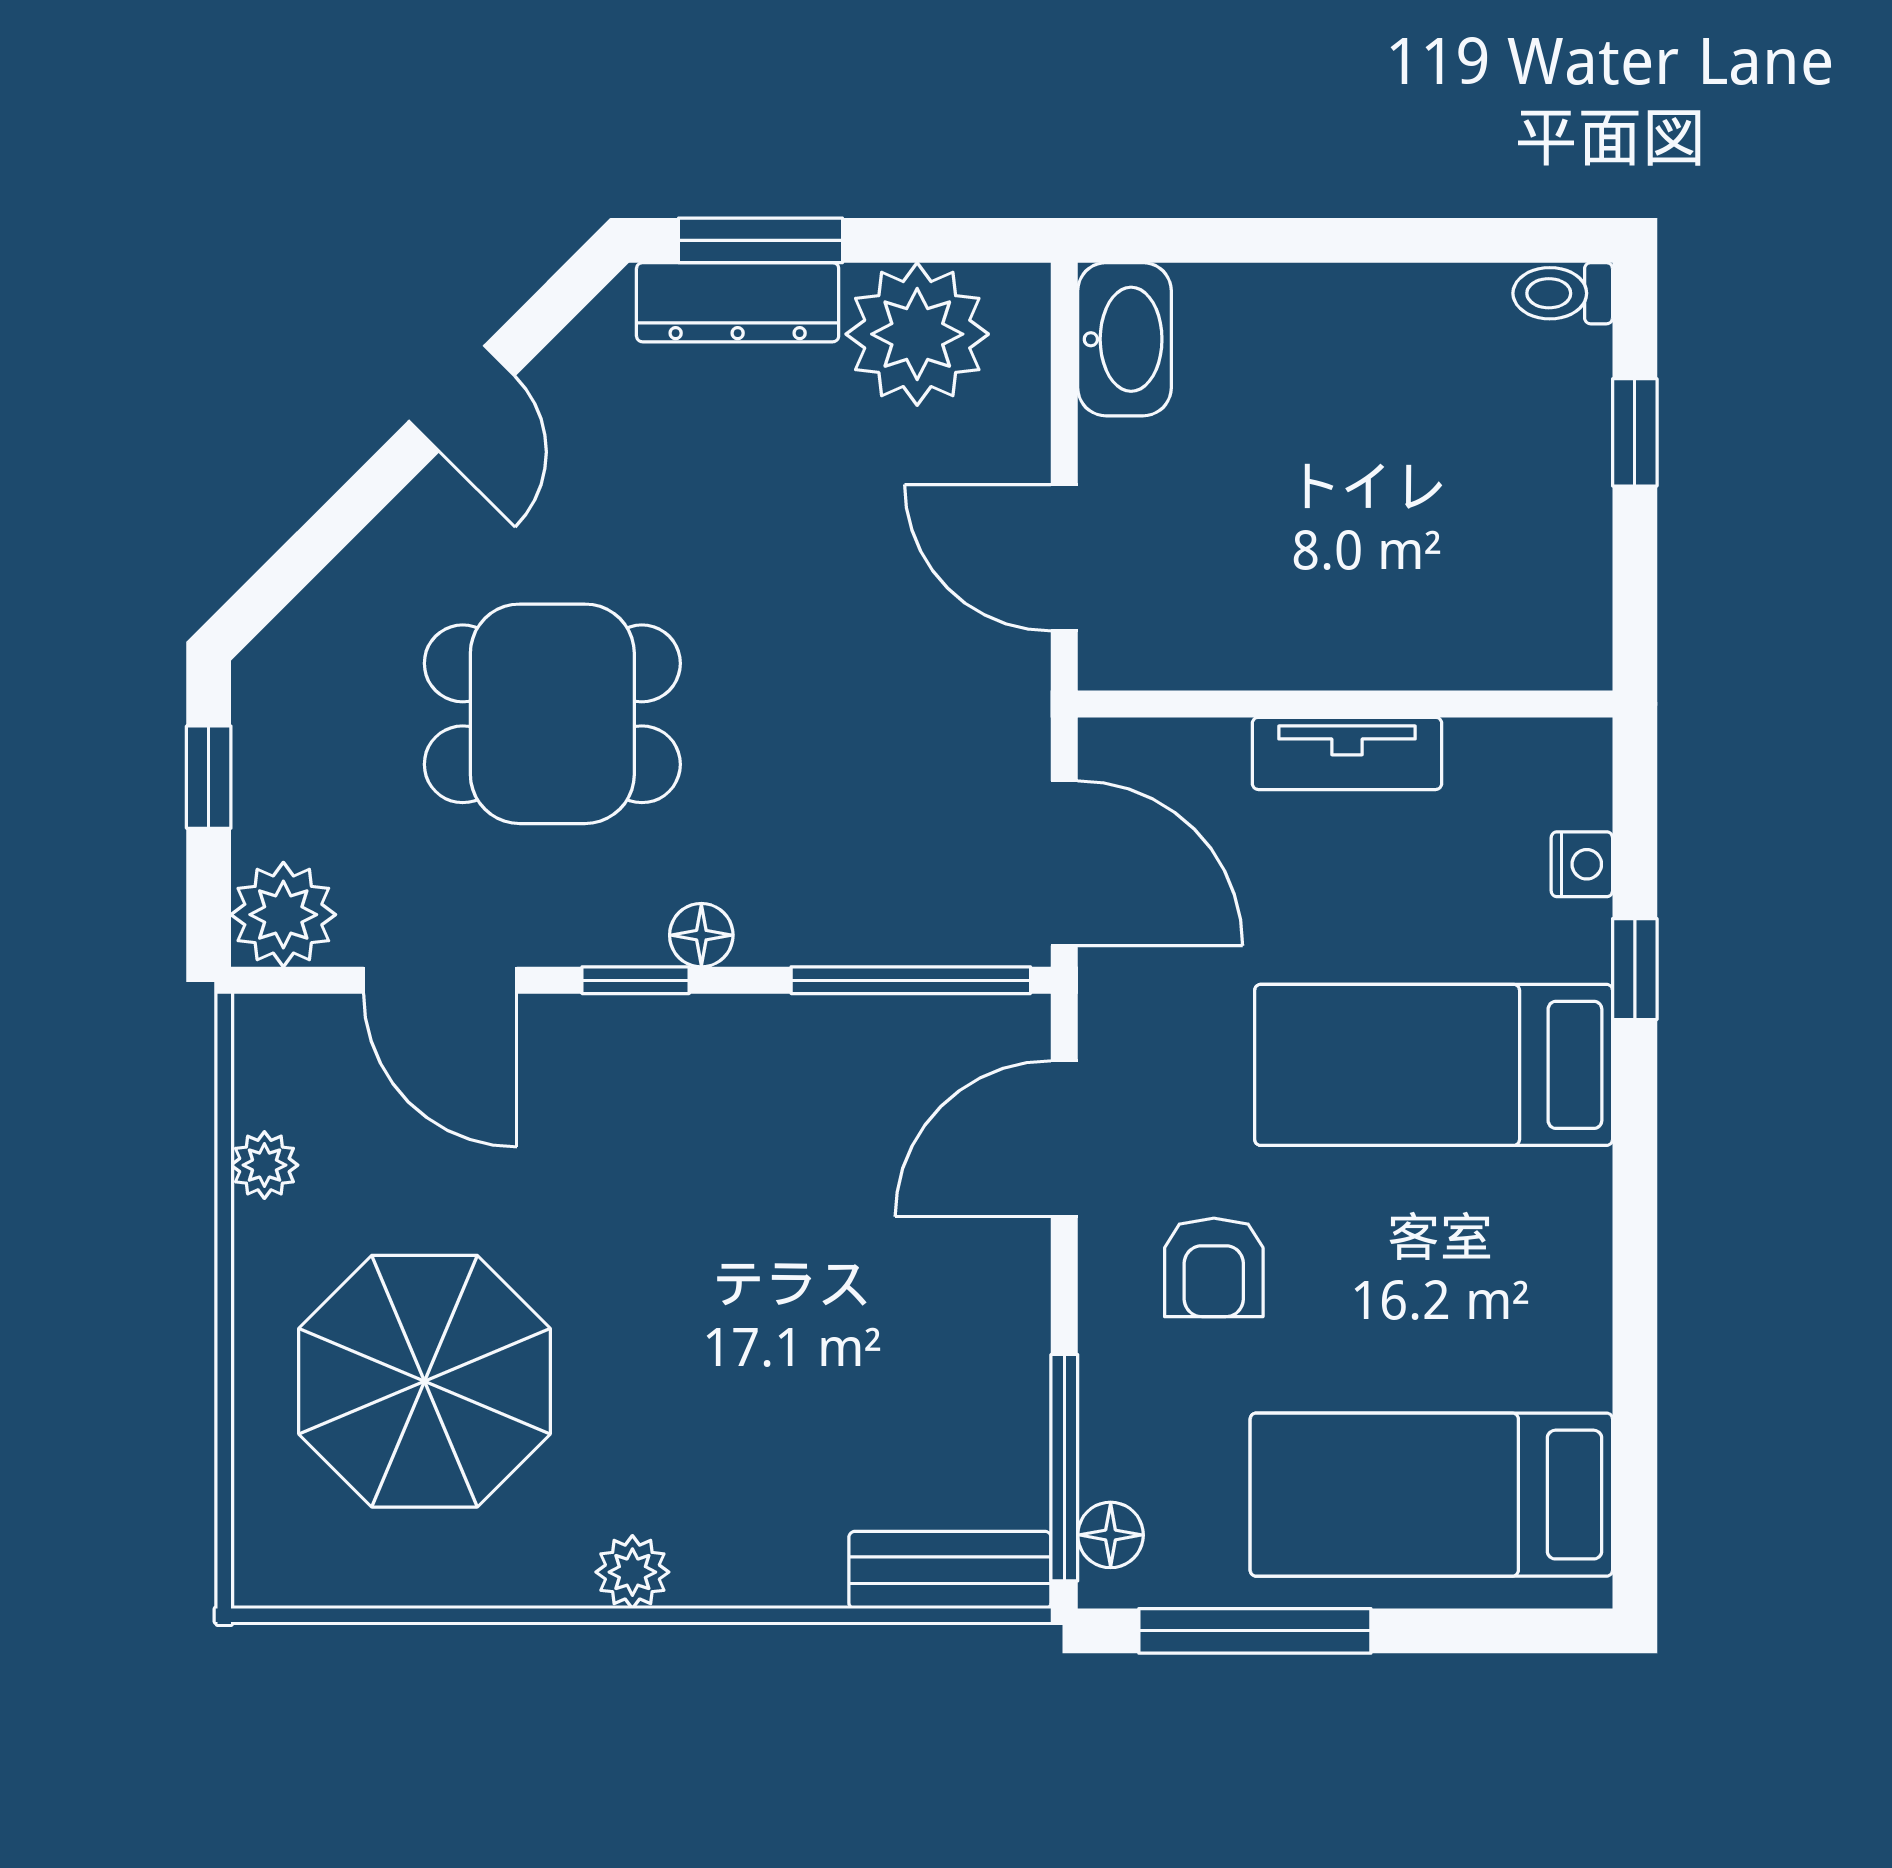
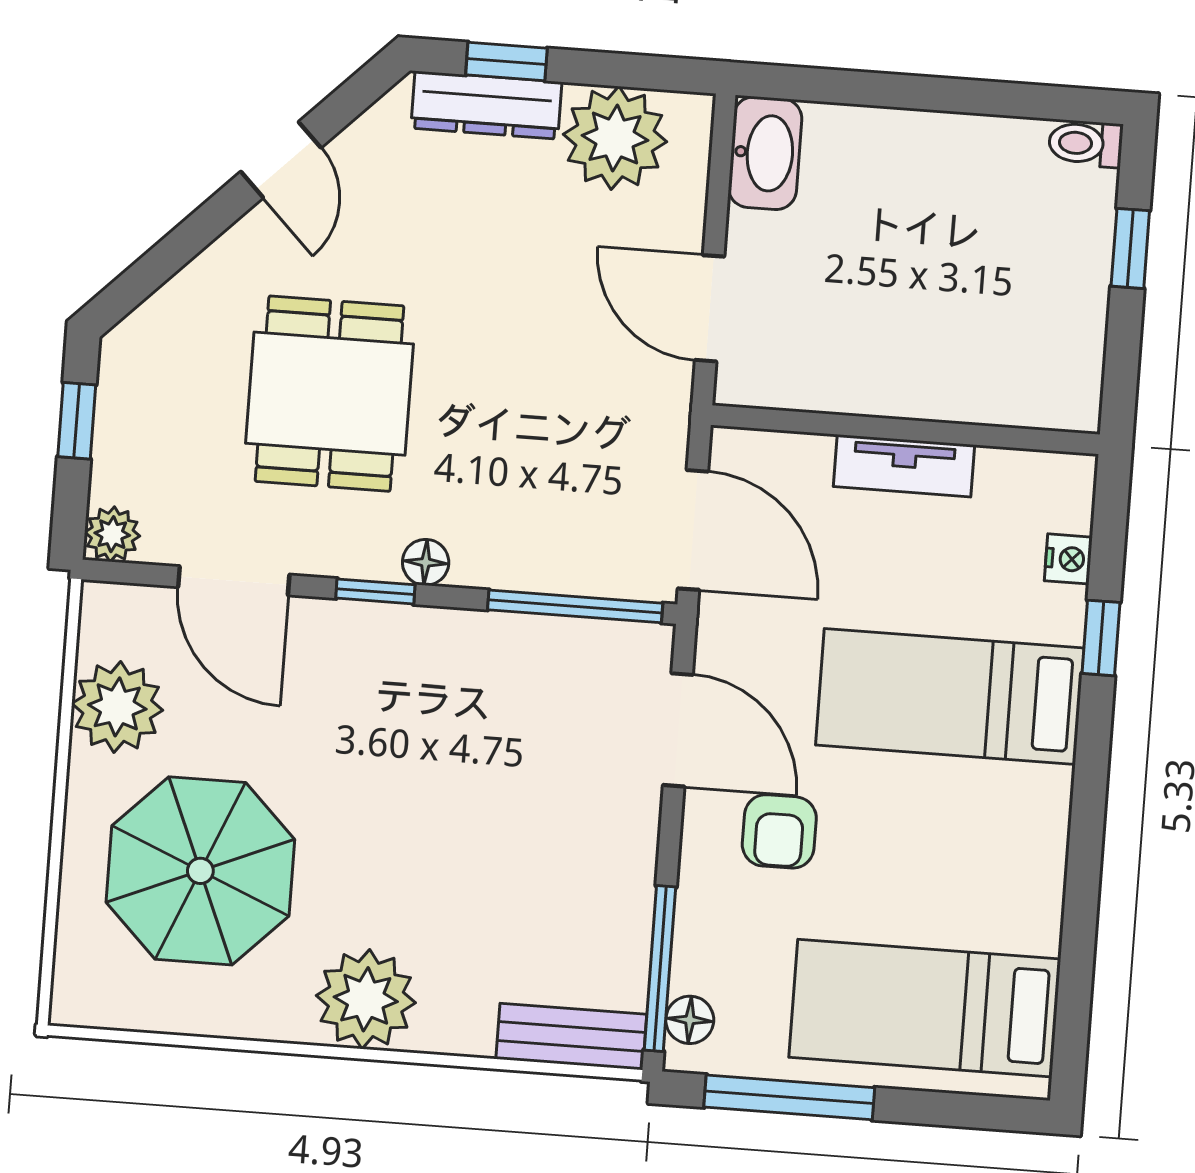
window: (761, 240) -> (506, 61), width x0.67
dining table: (552, 714) -> (330, 394), turned 90
plant: (283, 915) -> (112, 534), width x0.73, depth x0.73
door: (1064, 1139) -> (678, 730), swing flipped
plant: (264, 1165) -> (117, 707), width x1.88, depth x1.88
plant: (632, 1572) -> (366, 999), width x1.87, depth x1.87

